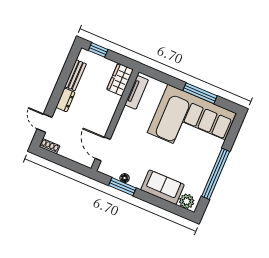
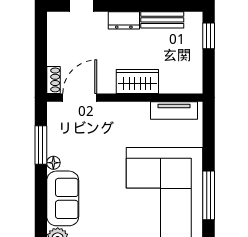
wardrobe: (120, 80) -> (137, 81), moved
shoe rack: (49, 146) -> (53, 80), moved
floor lamp: (125, 178) -> (53, 163), moved

